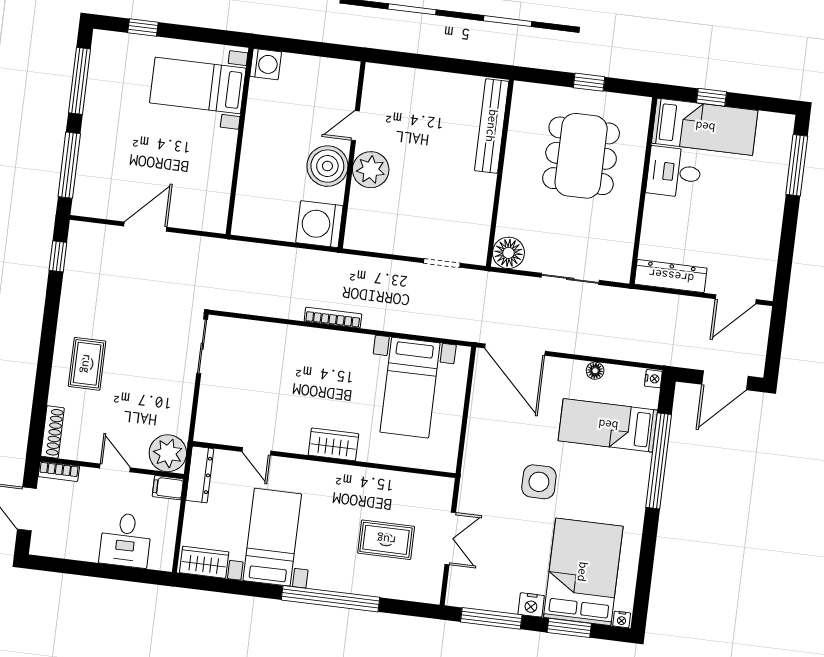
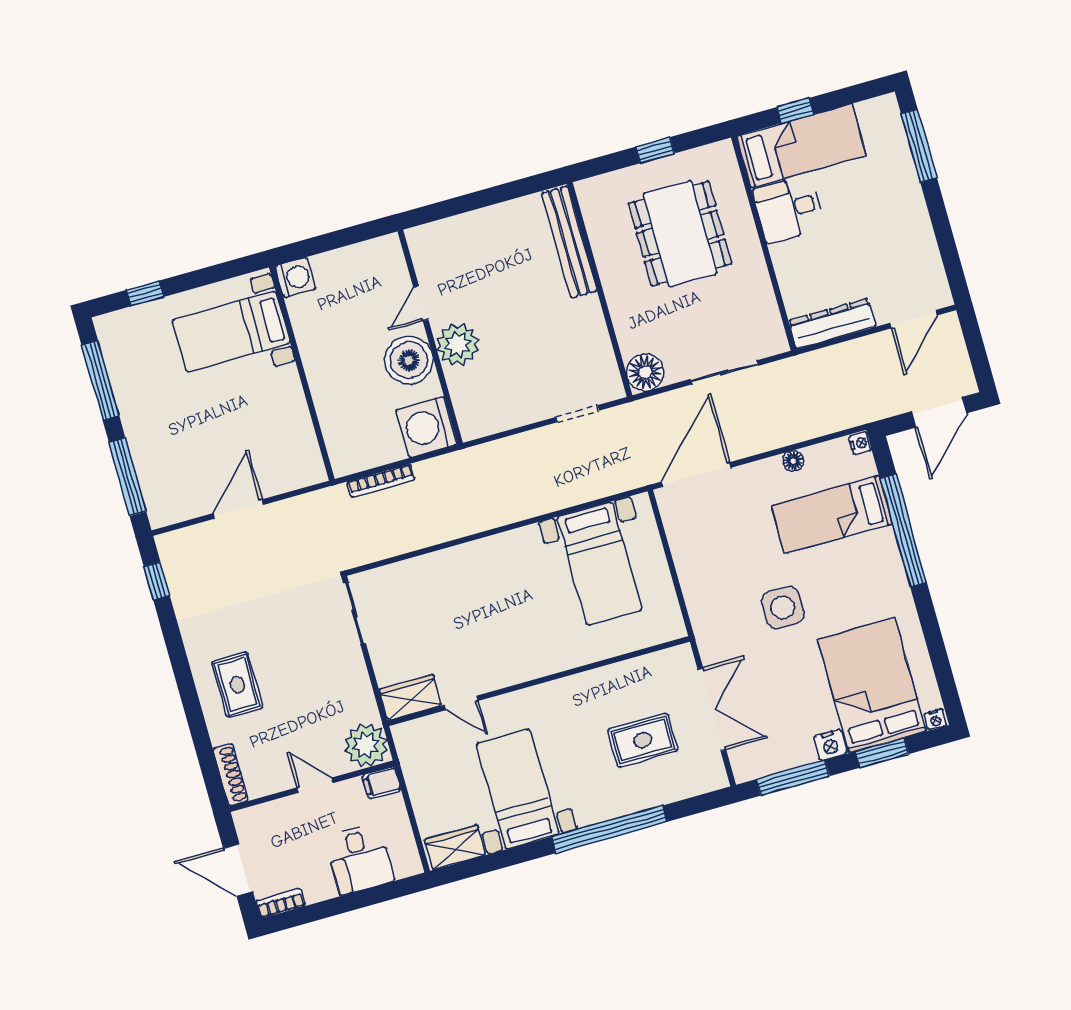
bookcase: (333, 318) -> (381, 481), moved, turned 180
door: (515, 350) -> (696, 475), swing flipped
wardrobe: (333, 444) -> (410, 697), moved
bookcase: (59, 471) -> (280, 903), moved, turned 180
dresser: (200, 474) -> (410, 754), removed
double door: (450, 538) -> (712, 709), width x1.37

